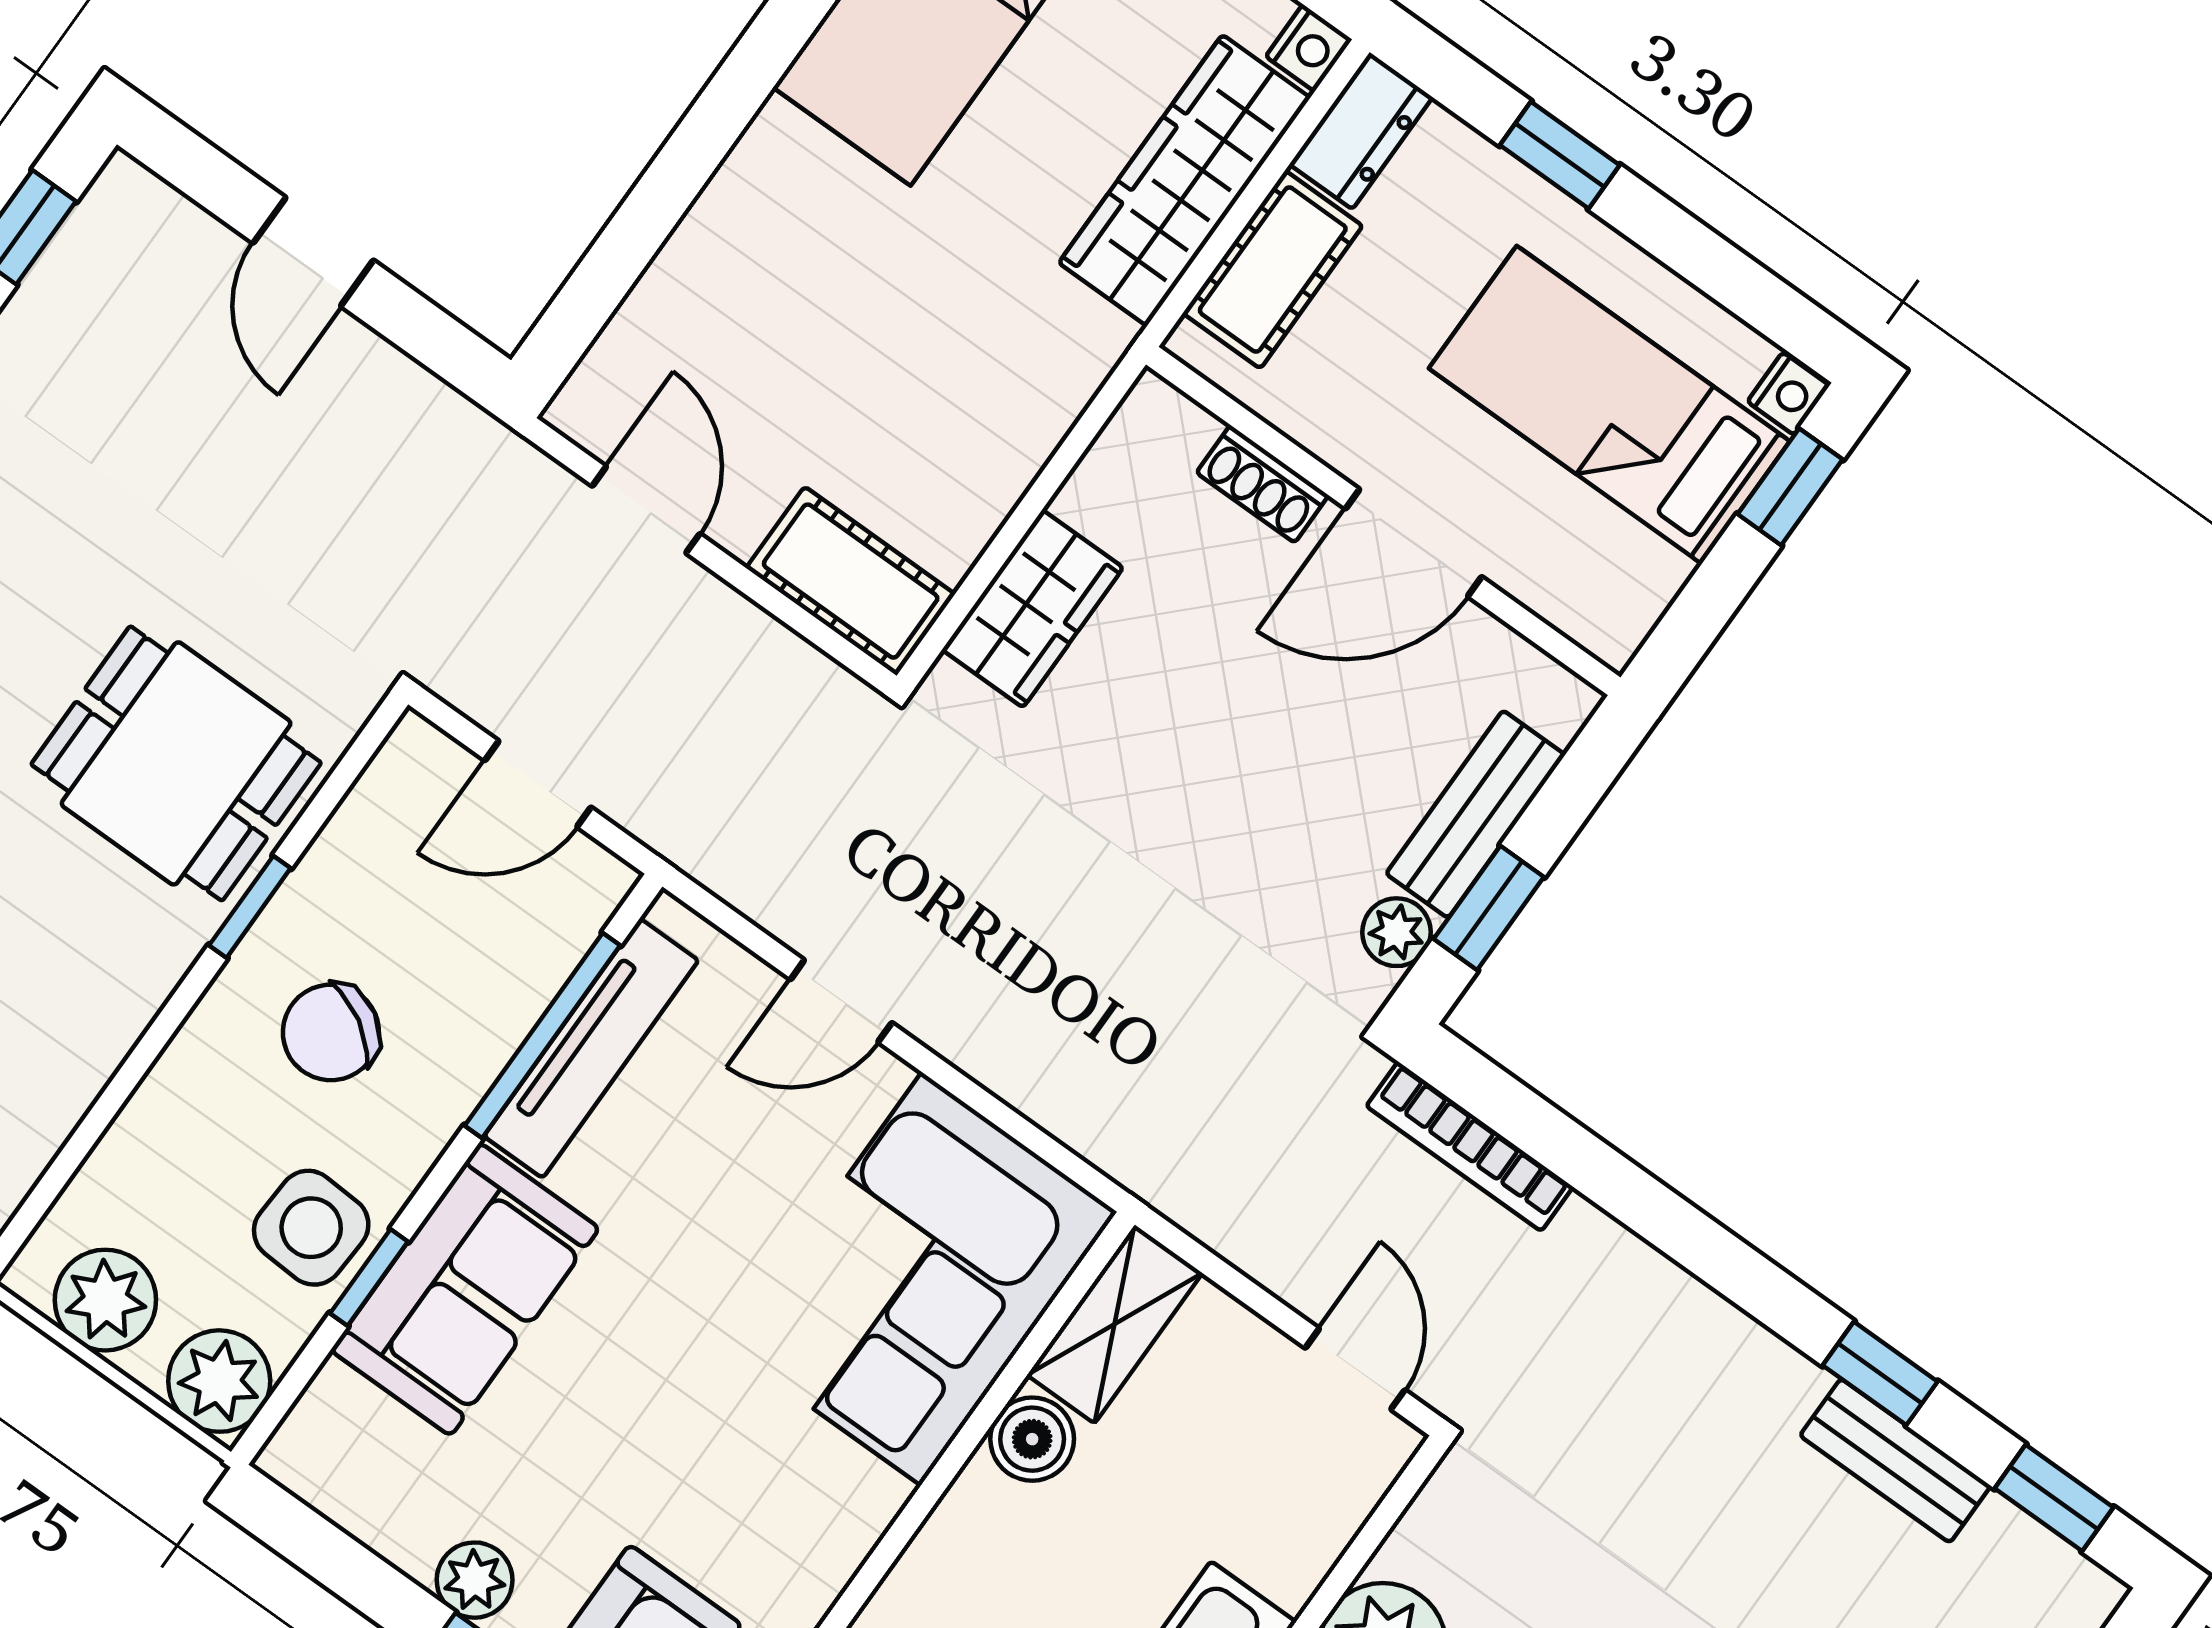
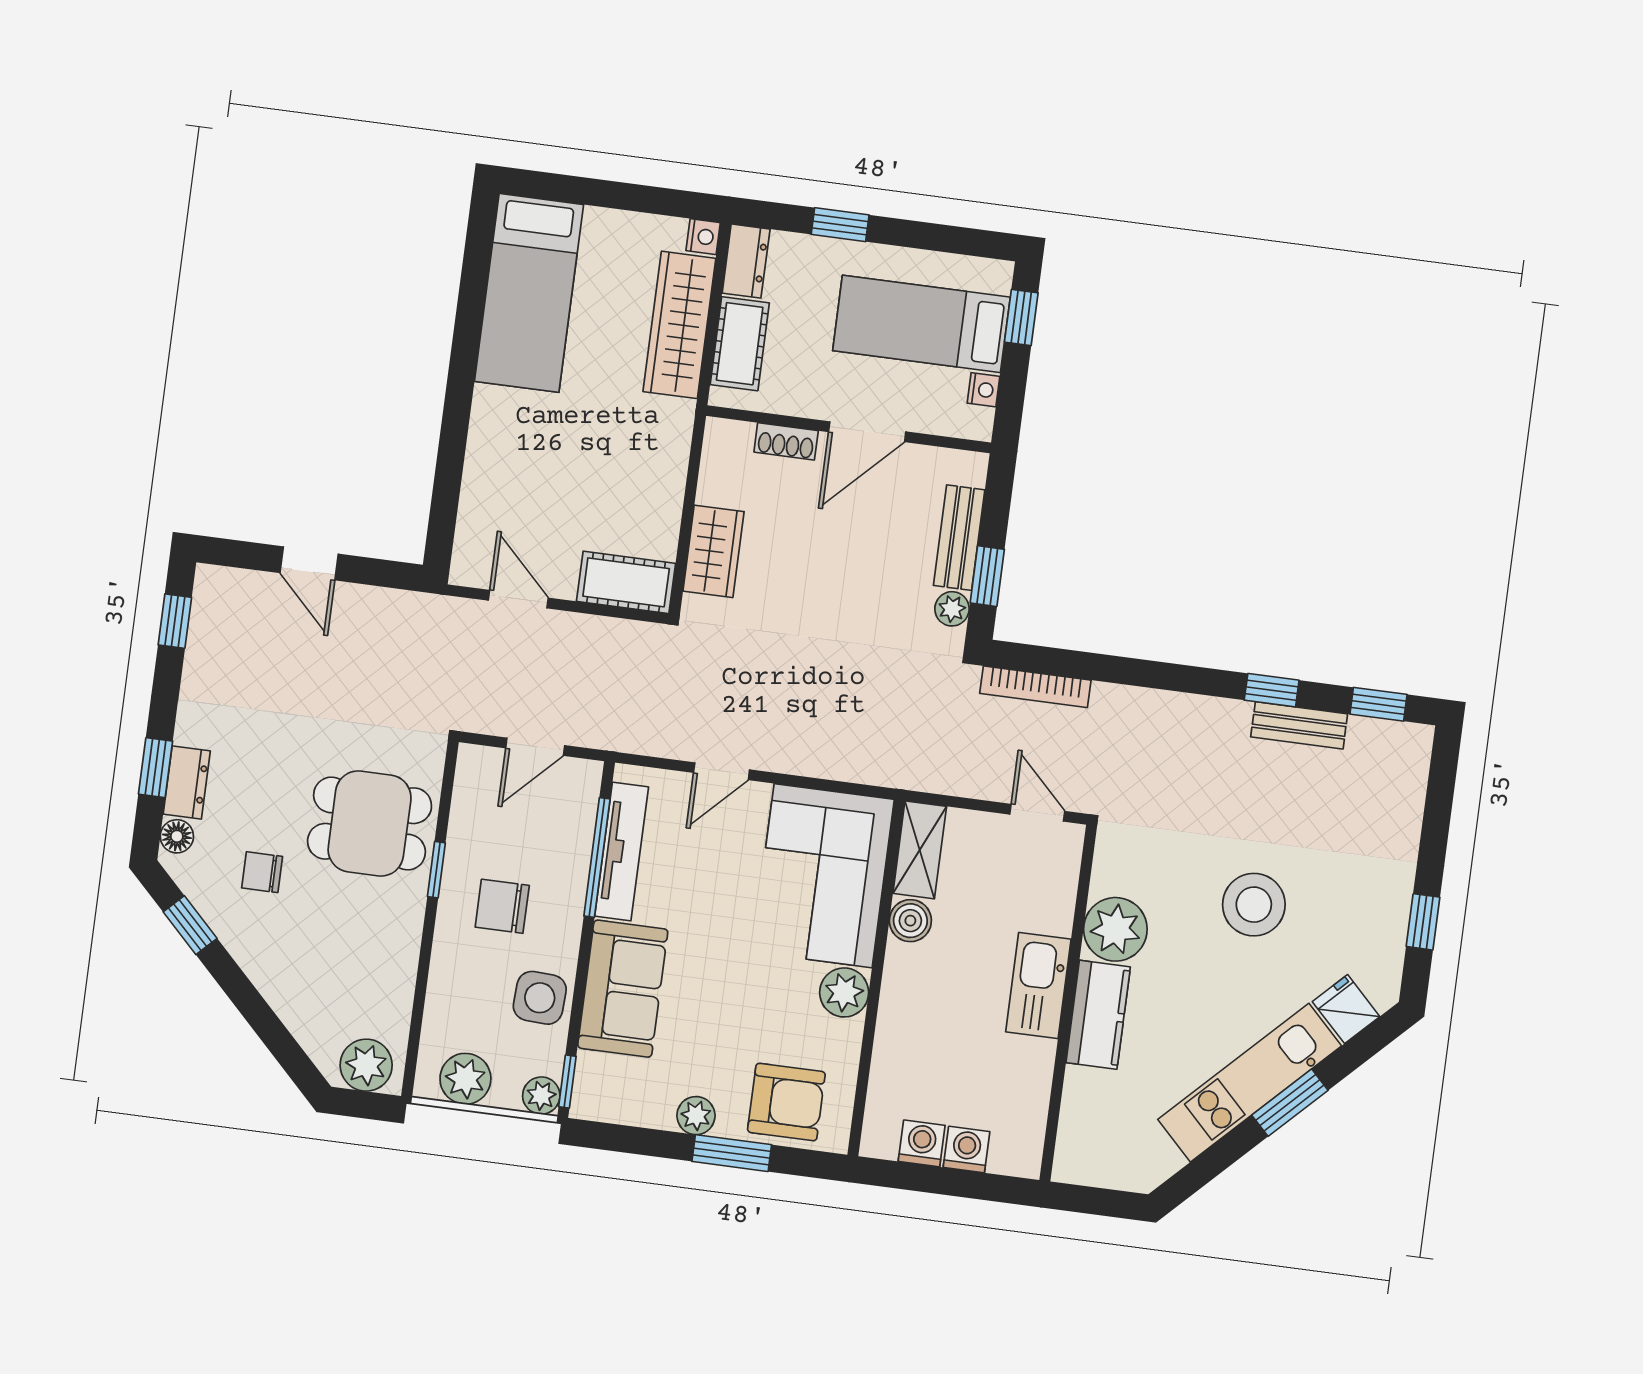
nightstand: (1788, 394) -> (983, 390), moved
chair: (331, 1032) -> (502, 906), turned 59
window: (369, 1278) -> (567, 1081), moved
plant: (219, 1381) -> (541, 1096), width x0.73, depth x0.73
plant: (849, 1503) -> (844, 992), added

